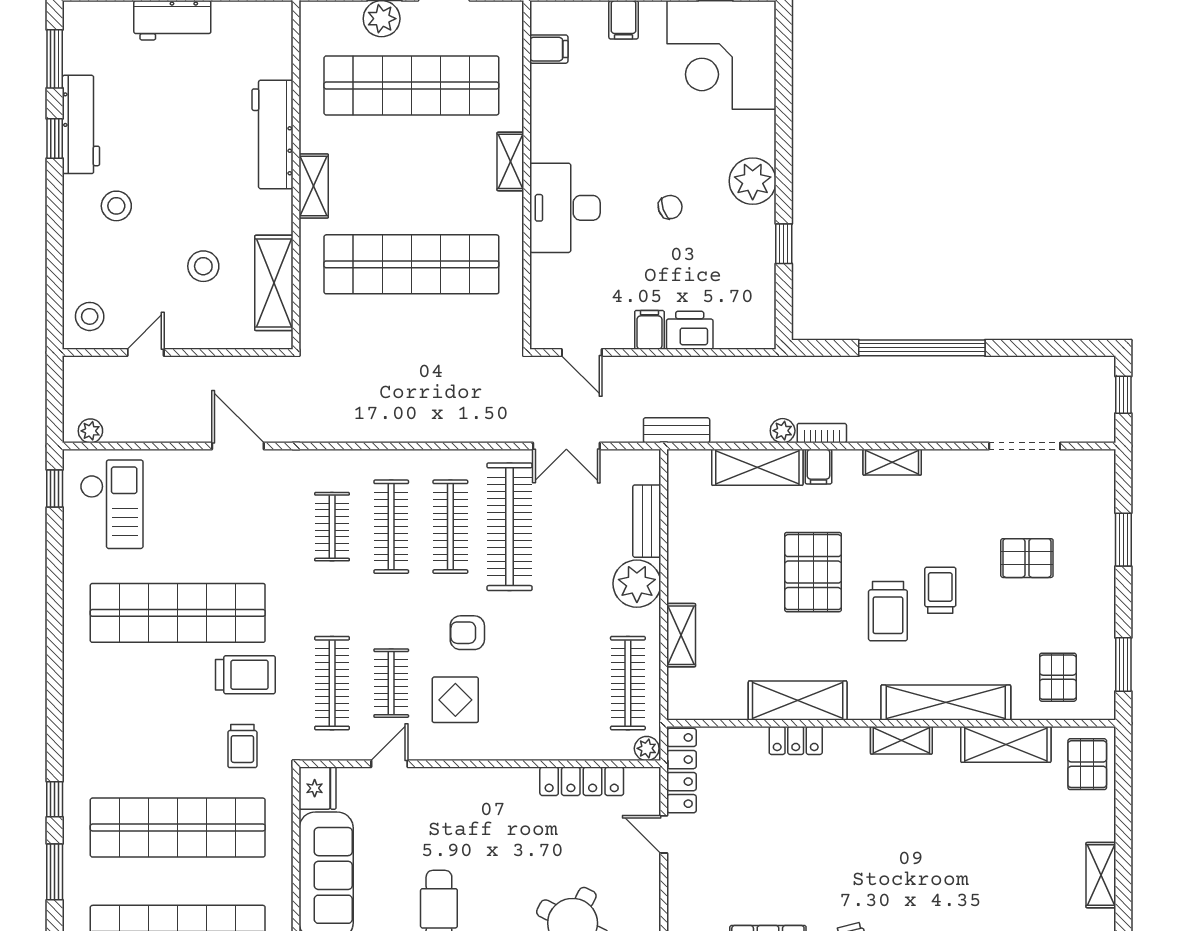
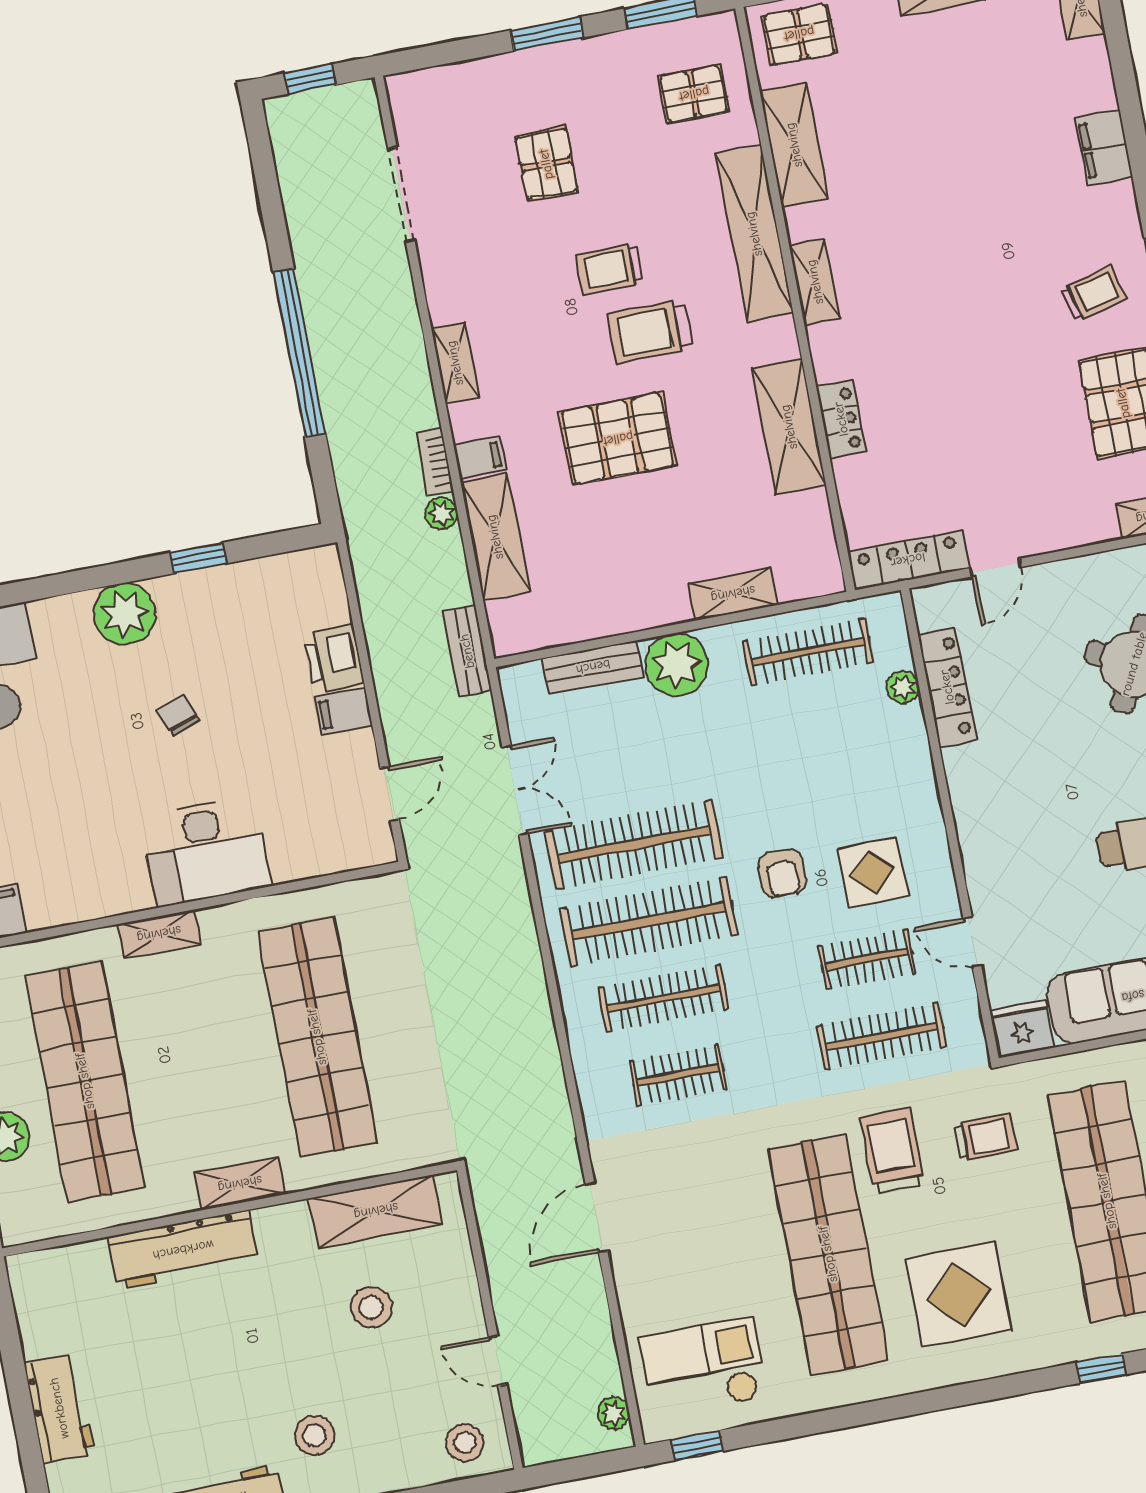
clothes rail: (450, 527) -> (649, 921), width x1.37, depth x1.31
window: (1123, 540) -> (547, 34), moved
trolley: (888, 611) -> (650, 331), turned 180
display table: (130, 704) -> (959, 1295), added
plant: (647, 748) -> (903, 687), moved

